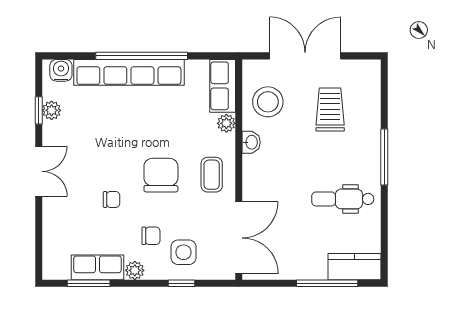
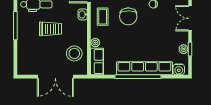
trolley: (330, 110) -> (50, 29), moved, turned -90
washbasin: (251, 142) -> (83, 14), moved

